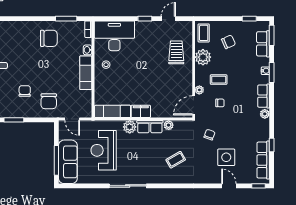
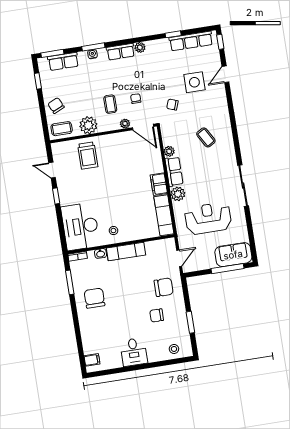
chair: (229, 42) -> (56, 105), moved
trolley: (176, 52) -> (88, 155), turned -90
reception desk: (104, 150) -> (208, 218), turned 180
sofa: (68, 162) -> (233, 255), width x0.73

